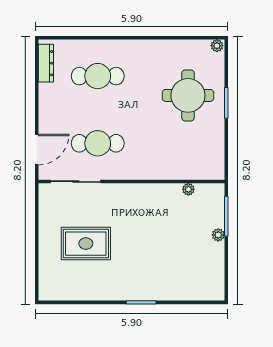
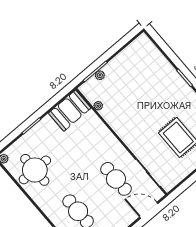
round table: (188, 95) -> (35, 170), moved
booth: (208, 156) -> (70, 111), added
plant: (218, 235) -> (100, 75), moved

